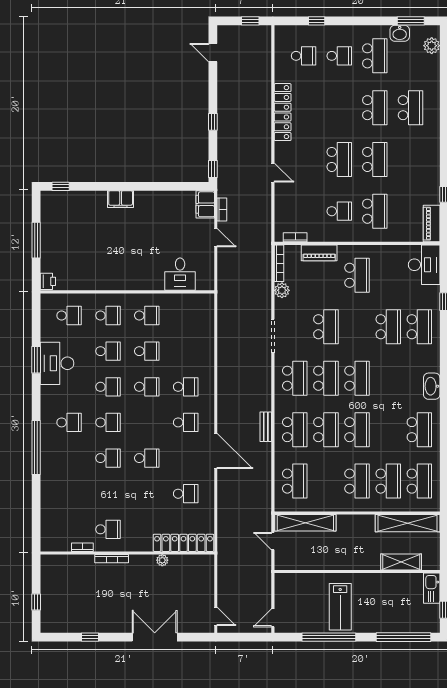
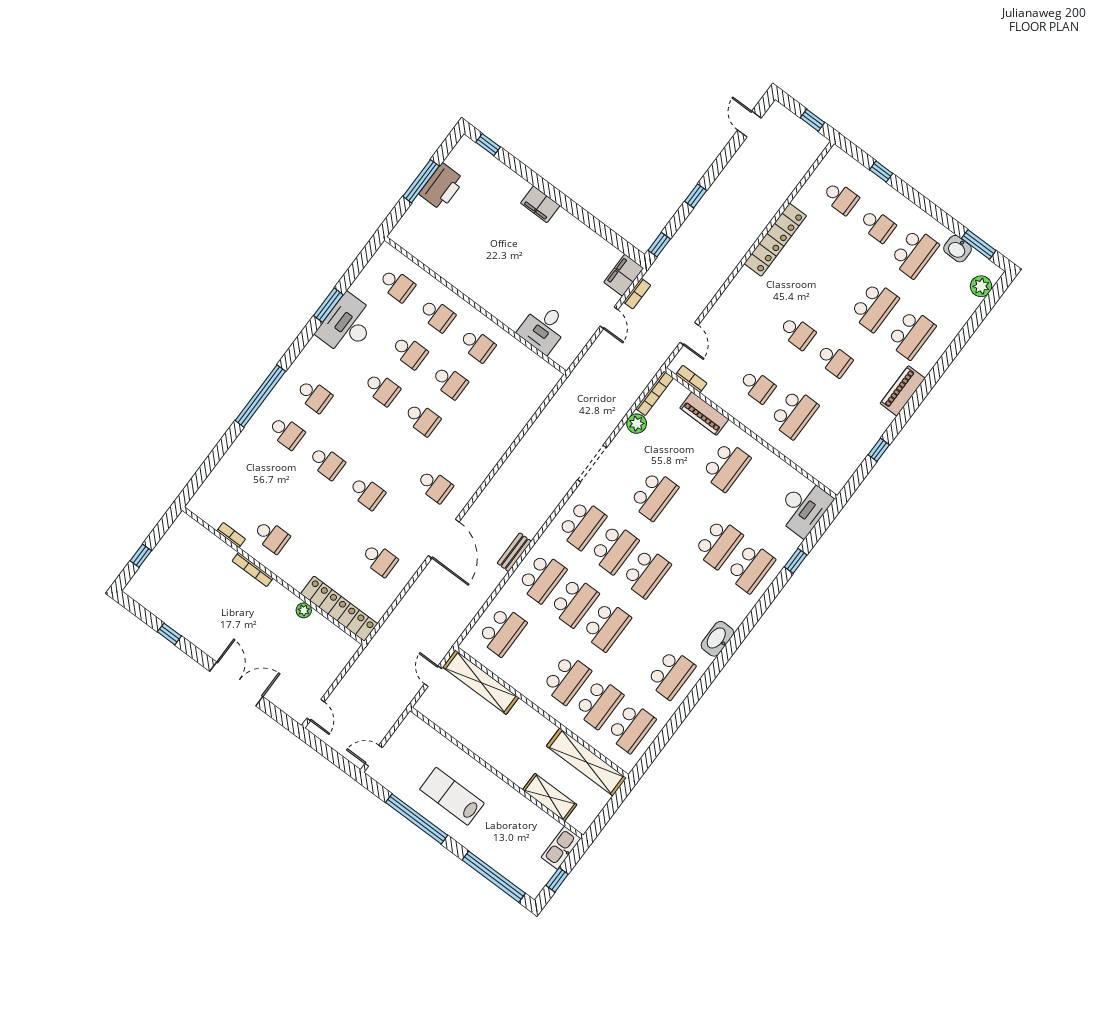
school desk: (339, 159) -> (797, 333), width x0.54
school desk: (375, 159) -> (834, 360), width x0.54
door: (273, 173) -> (689, 334), moved
piano: (432, 224) -> (903, 391), moved
printer: (48, 281) -> (442, 187), moved, width x1.87, depth x1.48
school desk: (186, 387) -> (462, 449), removed
school desk: (108, 422) -> (286, 432), moved
lab bench: (340, 607) -> (452, 796), turned 90

